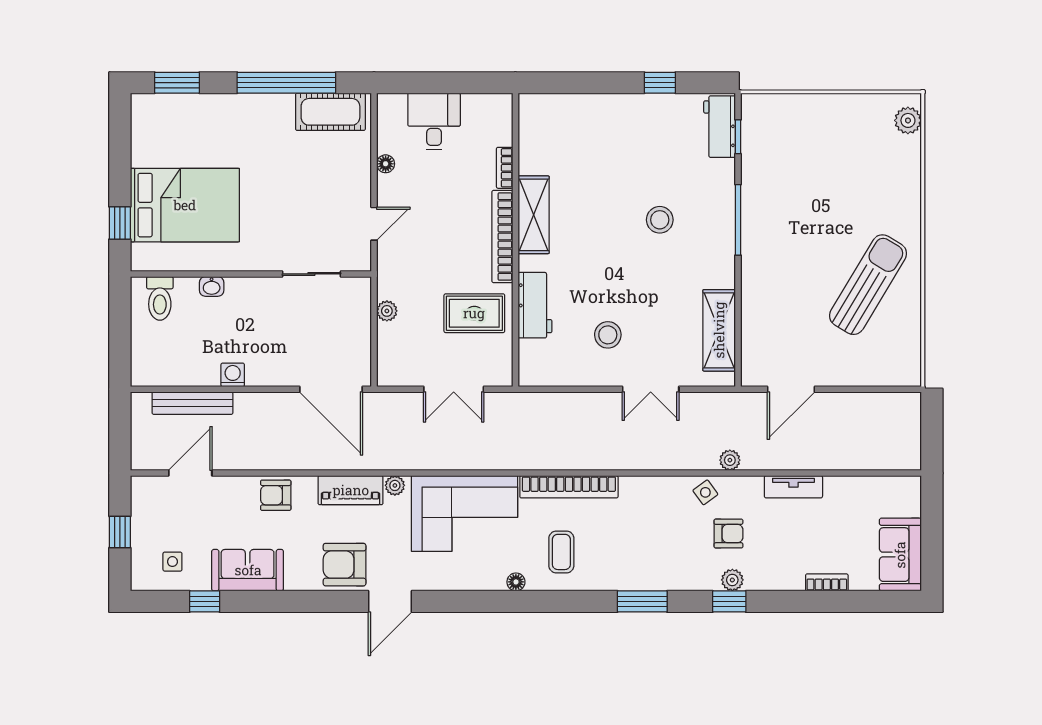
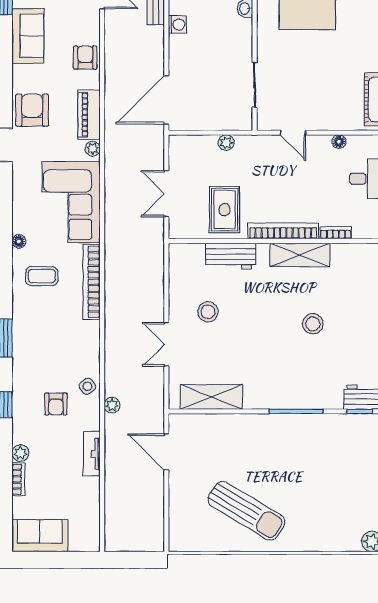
stool: (660, 220) -> (313, 324), moved
plant: (732, 580) -> (20, 453), moved

